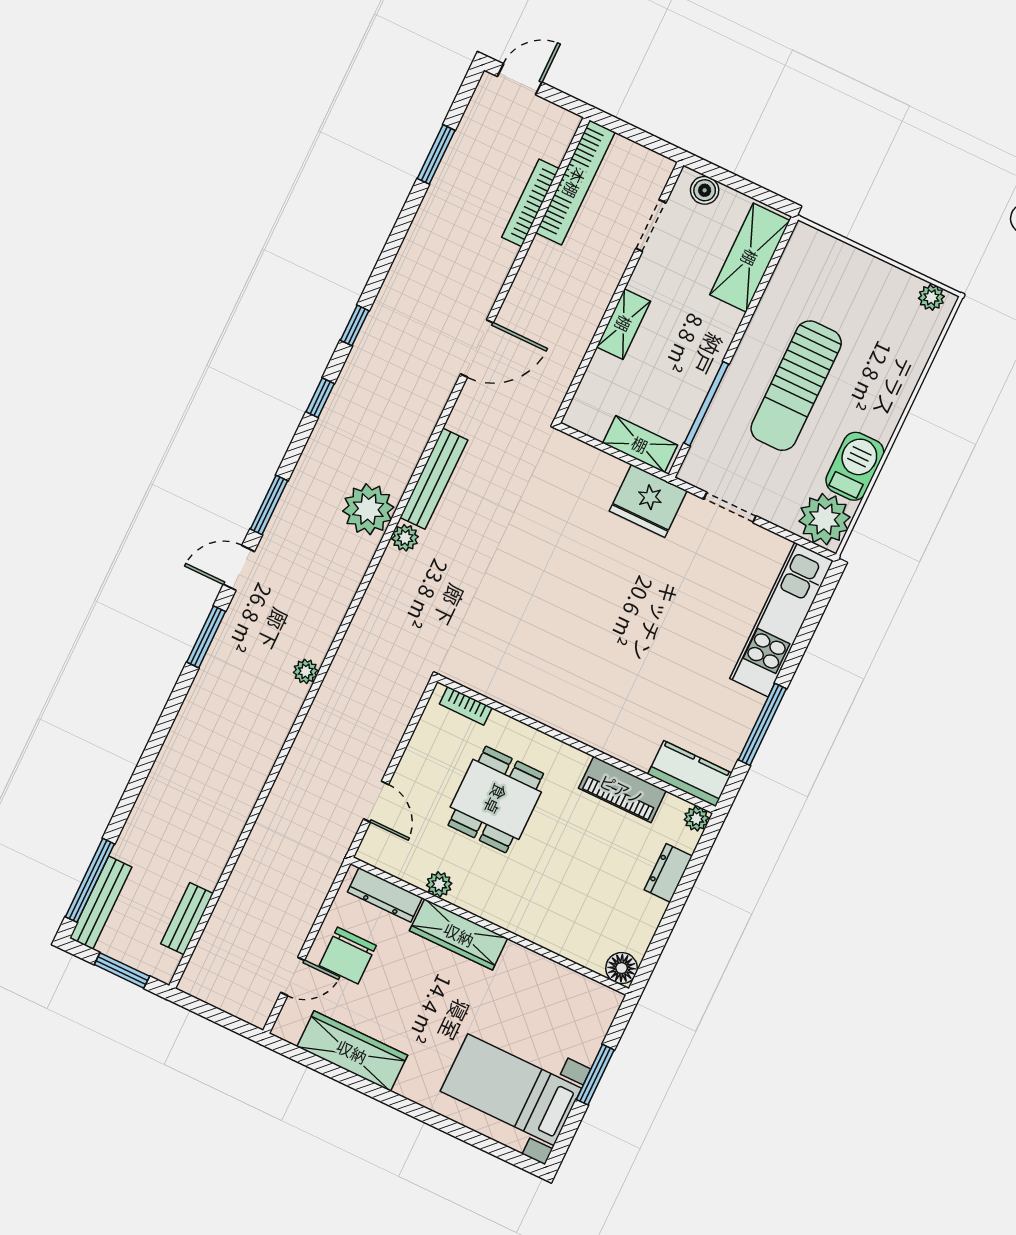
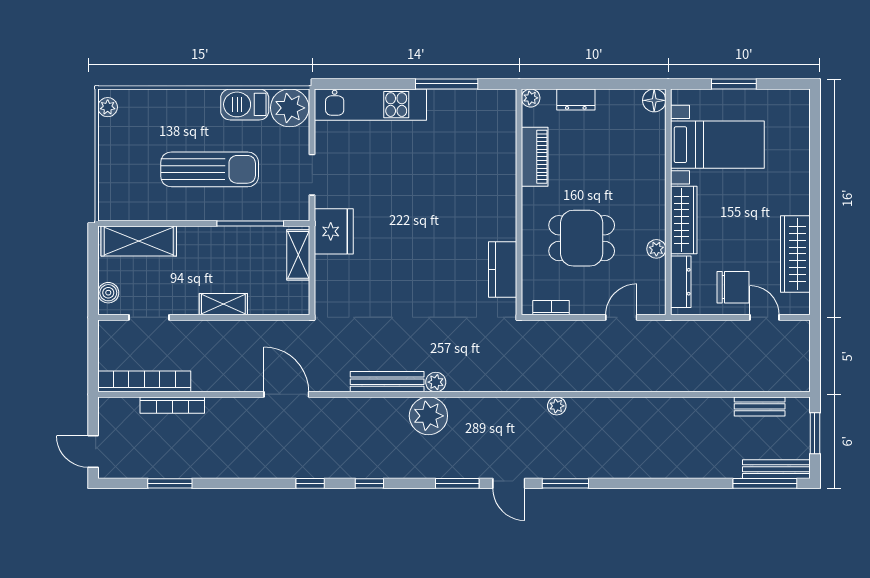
bookcase: (466, 706) -> (551, 308), moved, turned -90
kitchen counter: (690, 774) -> (503, 270), moved
bed with nightstands: (511, 1090) -> (717, 145), moved, turned -90

